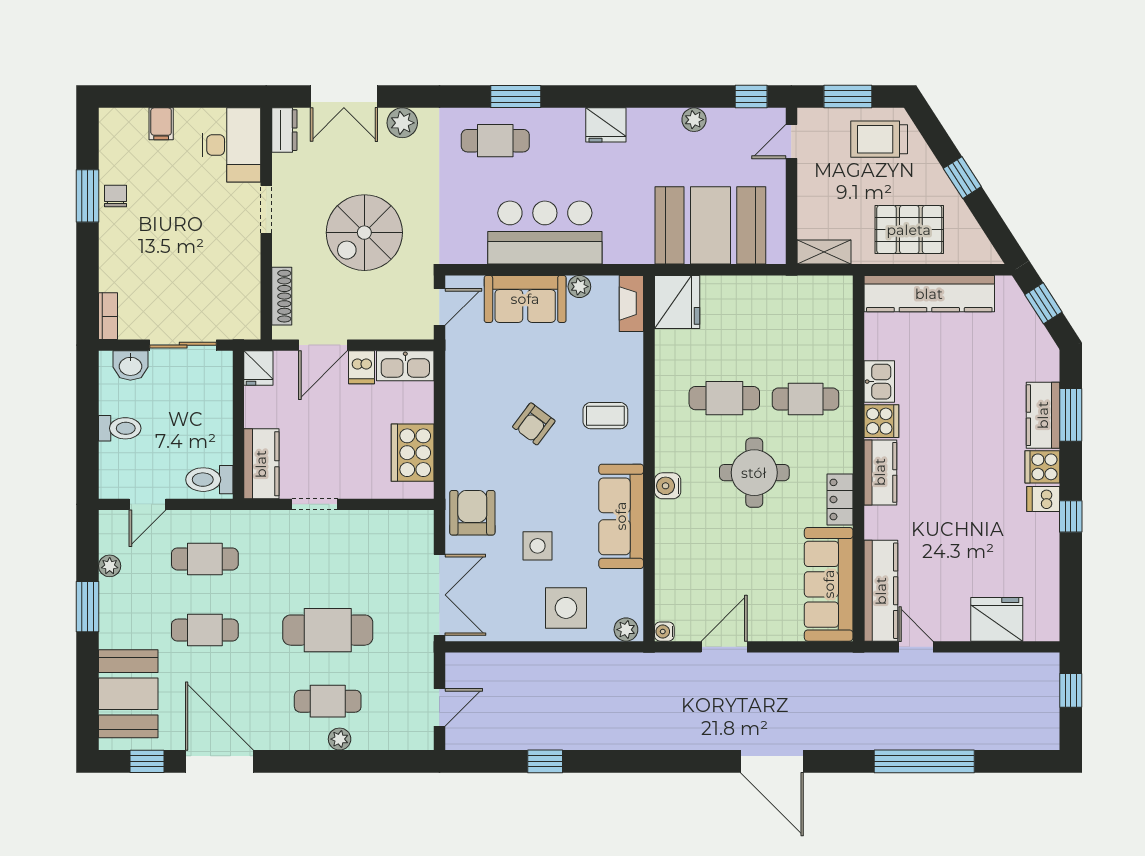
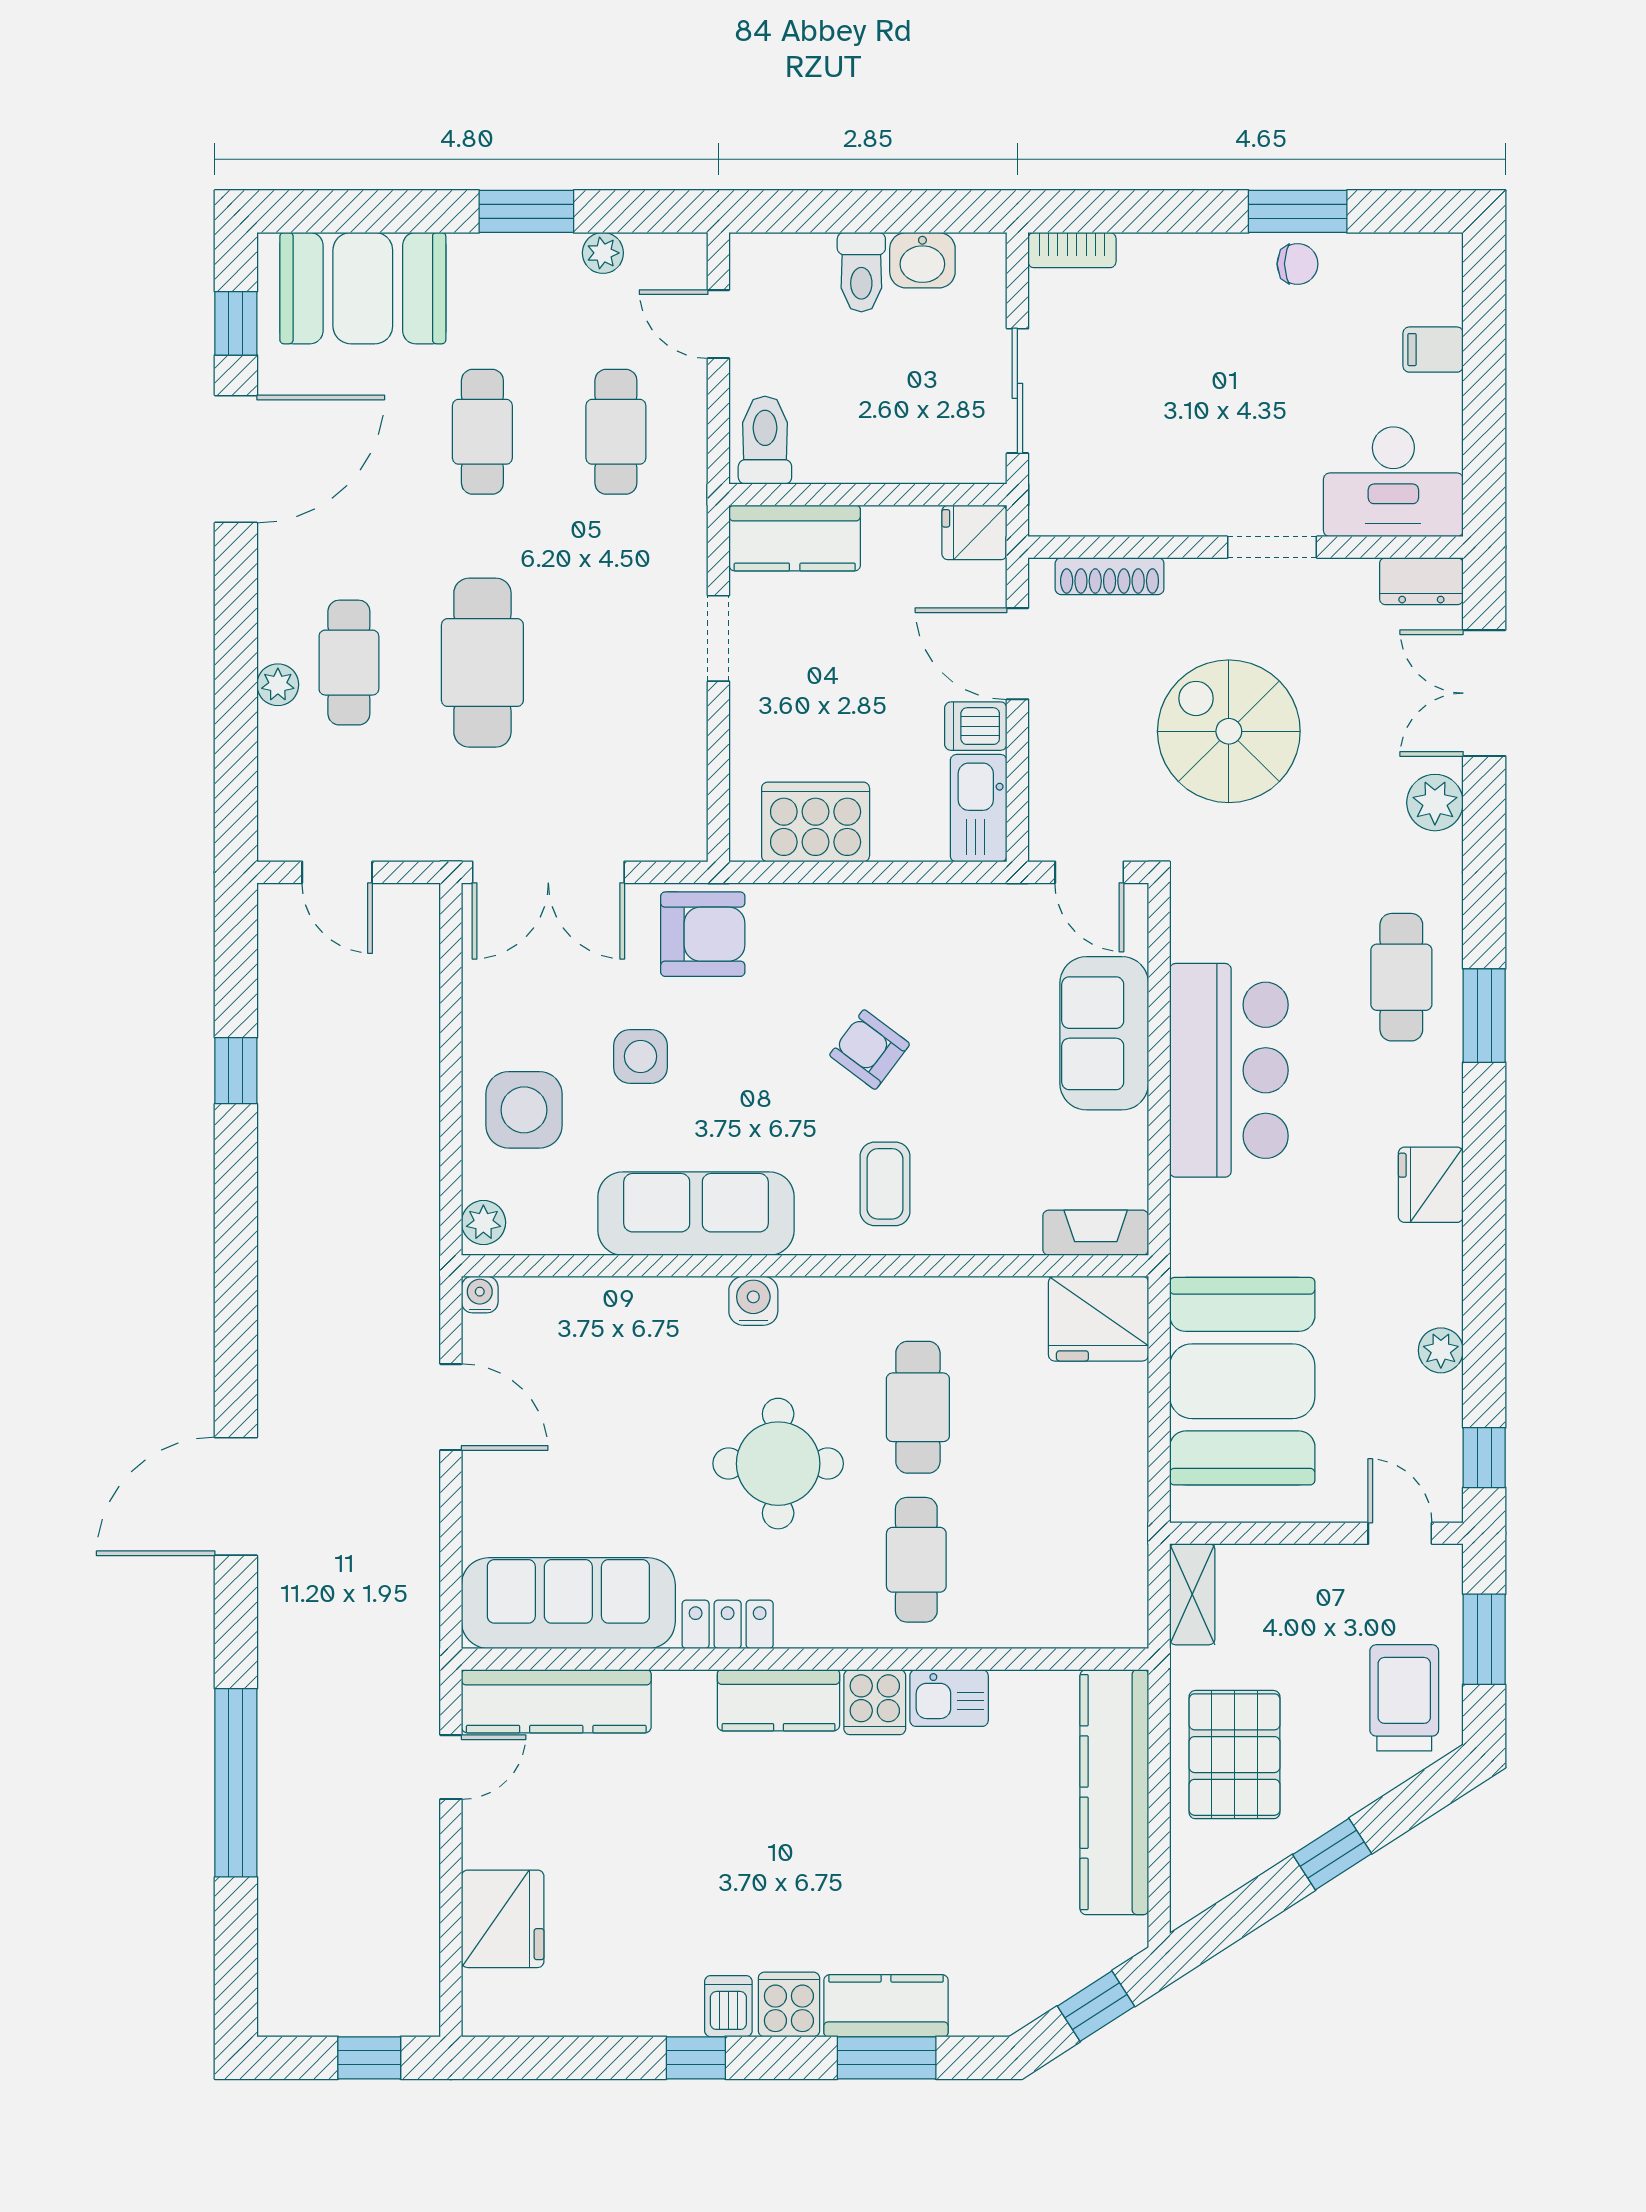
plant: (579, 287) -> (1128, 1135), removed
washbasin: (130, 366) -> (922, 260), moved, turned -90

